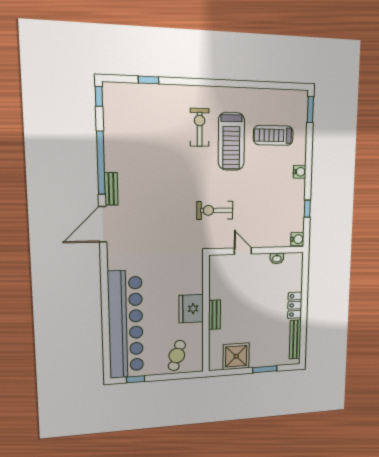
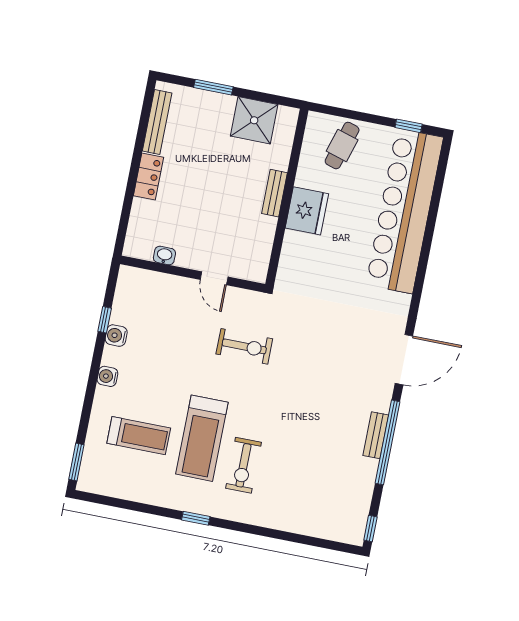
window: (149, 80) -> (196, 518), moved
treadmill: (231, 141) -> (202, 438), turned 180
bench: (111, 189) -> (376, 435), moved
water cooler: (297, 239) -> (116, 336), moved

